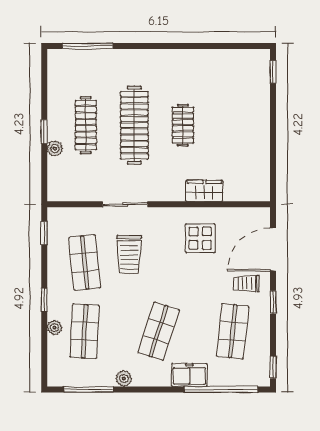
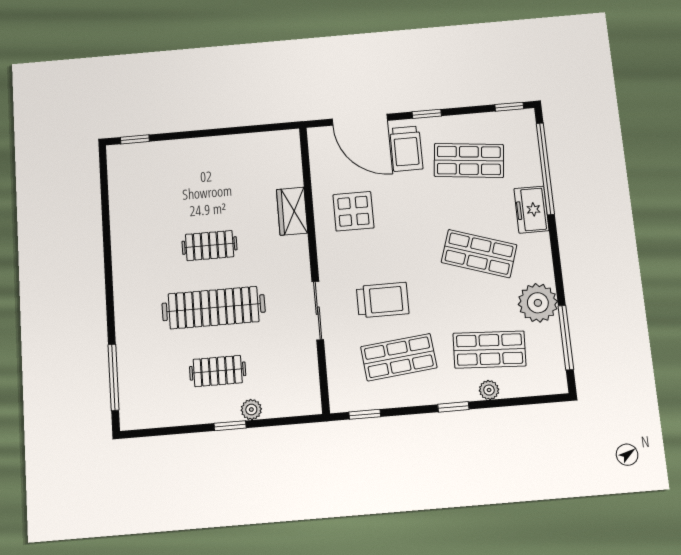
clothes rail: (86, 125) -> (218, 371), width x0.73
trolley: (246, 284) -> (406, 149), width x1.36, depth x1.39
plant: (124, 379) -> (538, 303), width x1.88, depth x1.88

